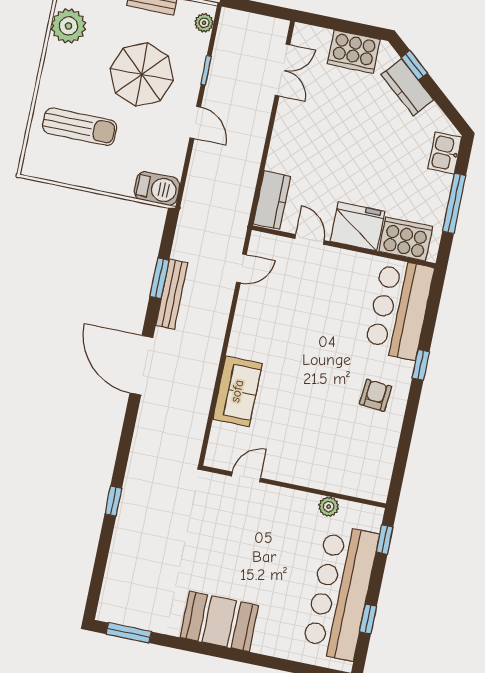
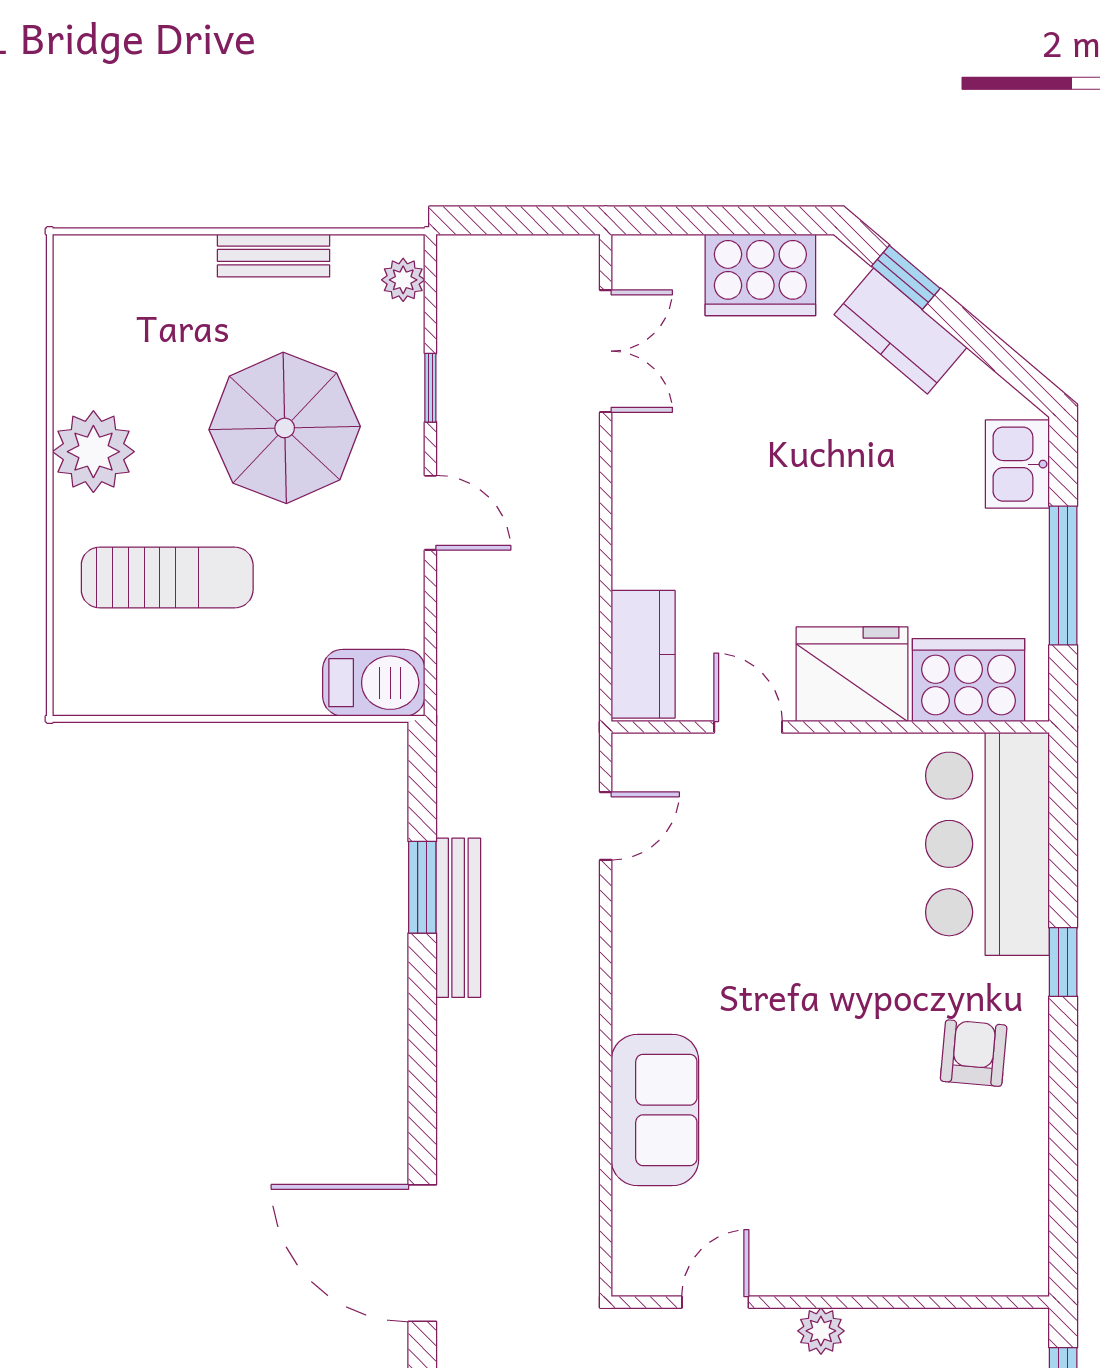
plant: (68, 26) -> (93, 452), moved
door: (141, 365) -> (422, 1253), moved
plant: (329, 507) -> (821, 1331), moved

